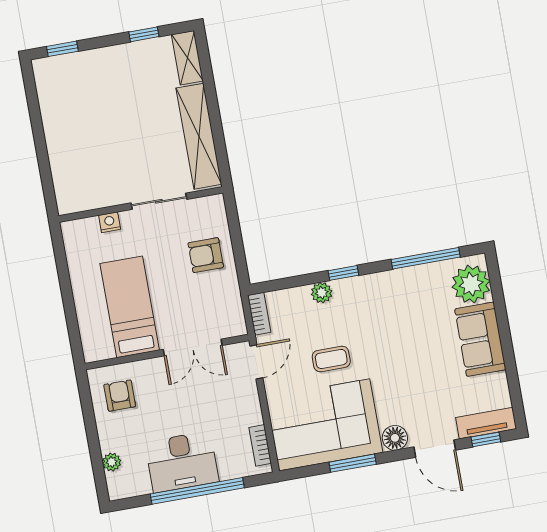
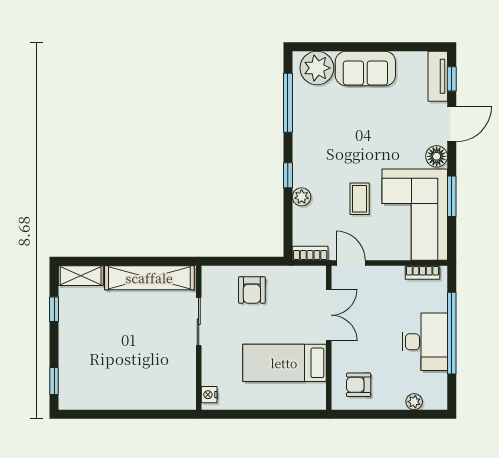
nightstand: (110, 222) -> (209, 395), moved

